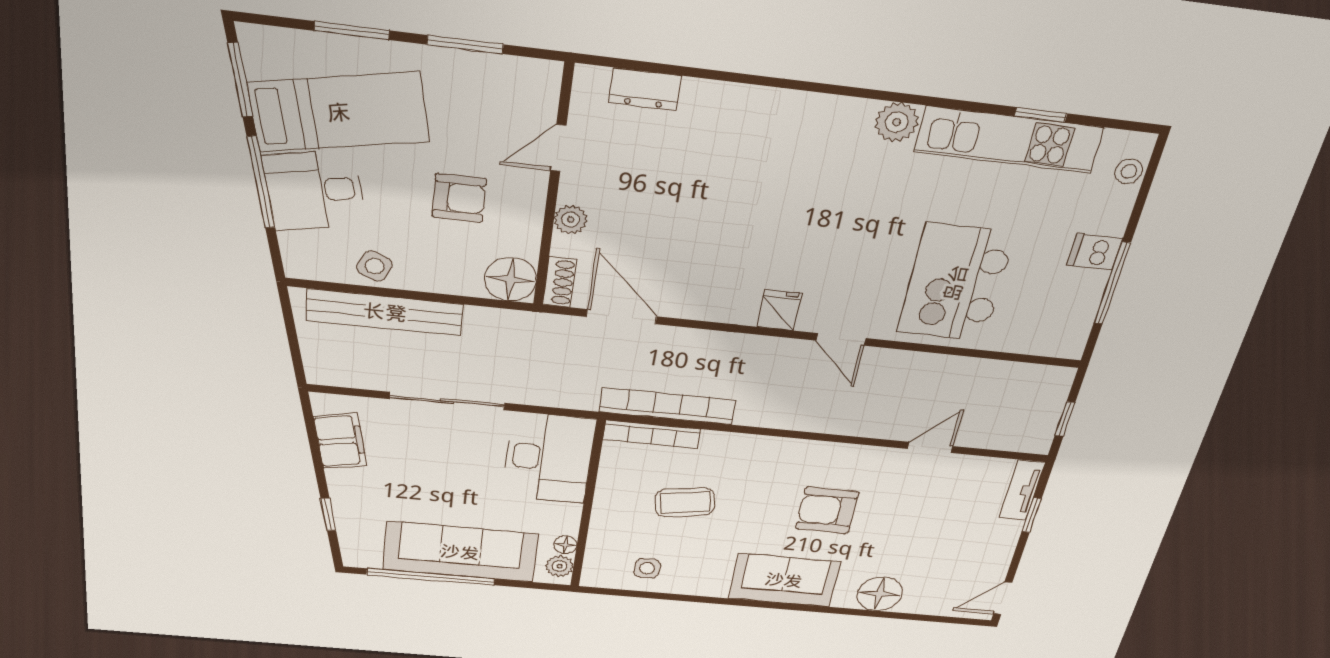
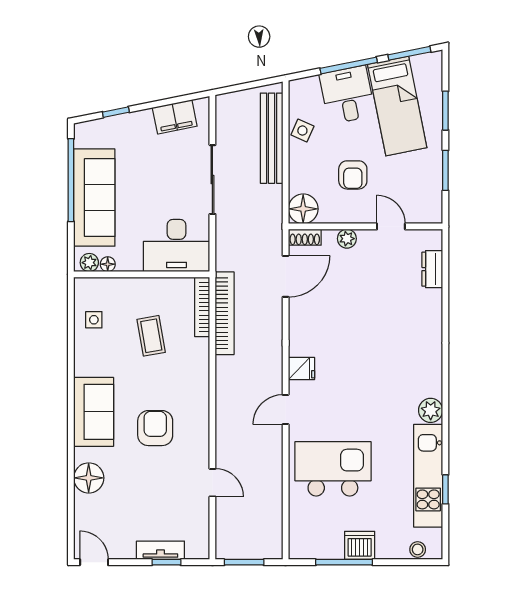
dishwasher: (1095, 252) -> (360, 545), width x1.38
window: (1065, 419) -> (244, 562), width x1.50
tv unit: (1022, 490) -> (160, 550), moved

